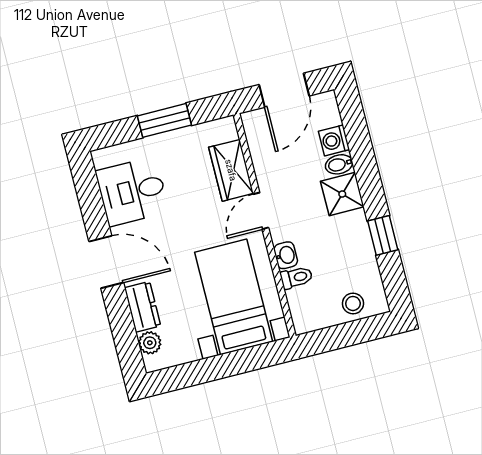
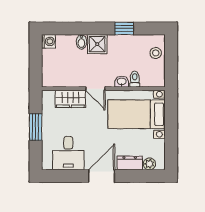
door: (284, 90) -> (36, 61), removed
washing machine: (334, 140) -> (48, 41), moved, turned -90

